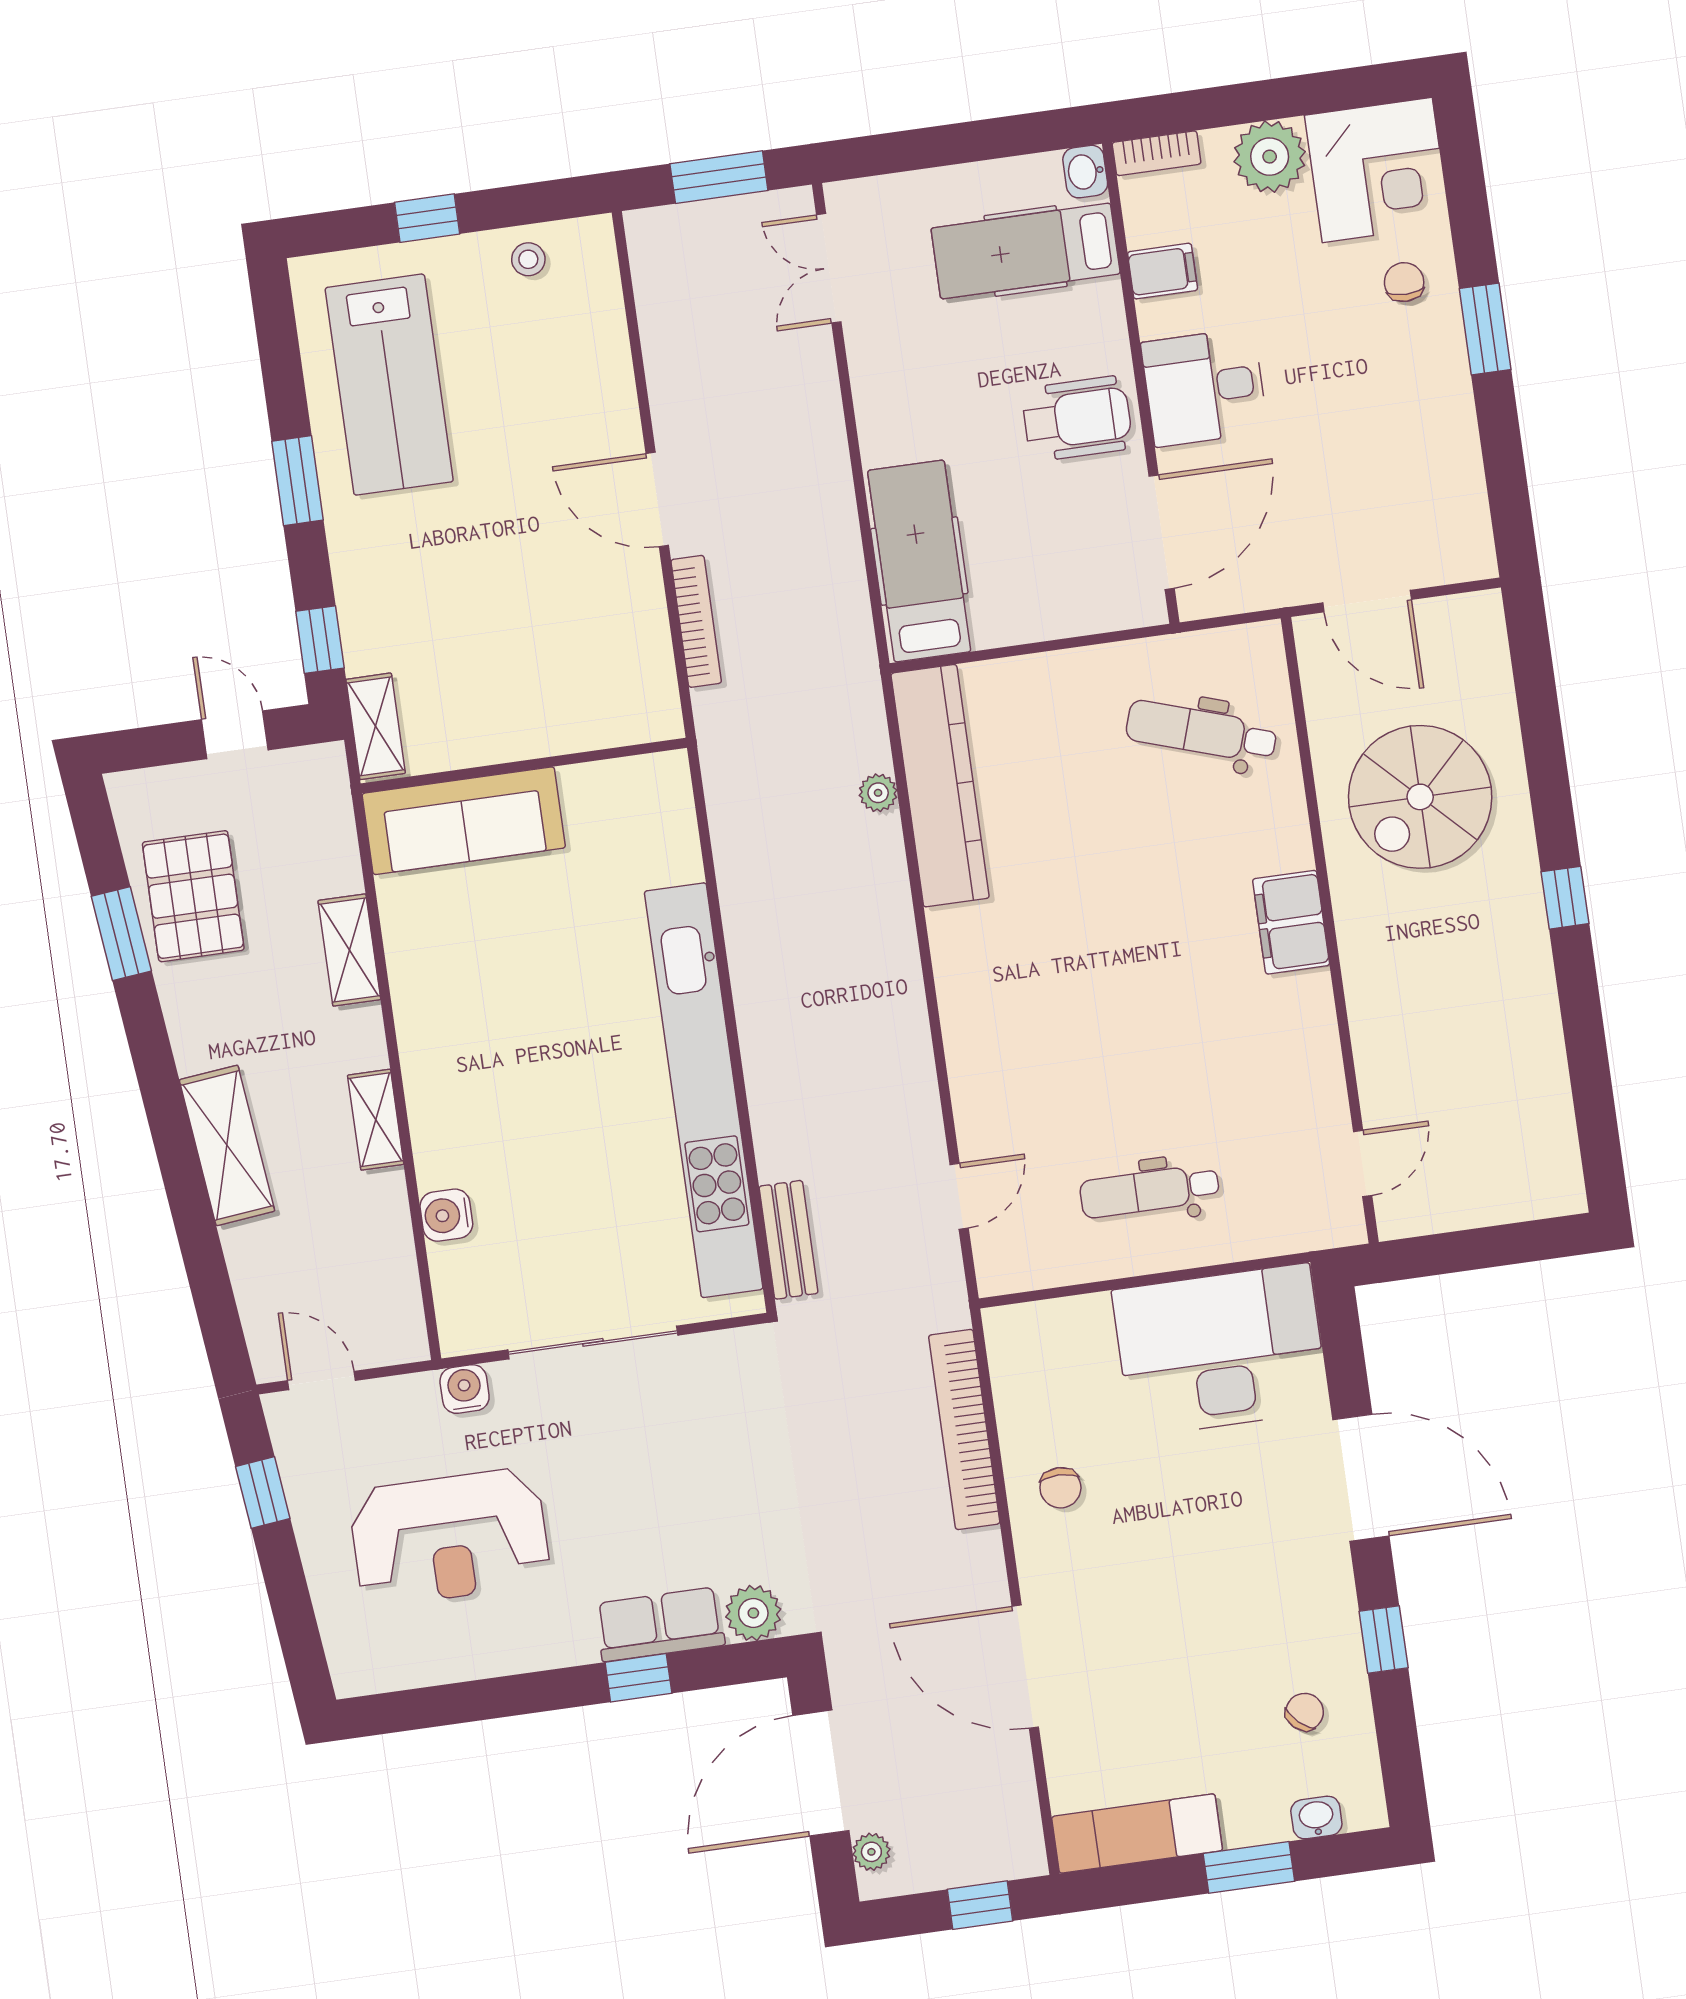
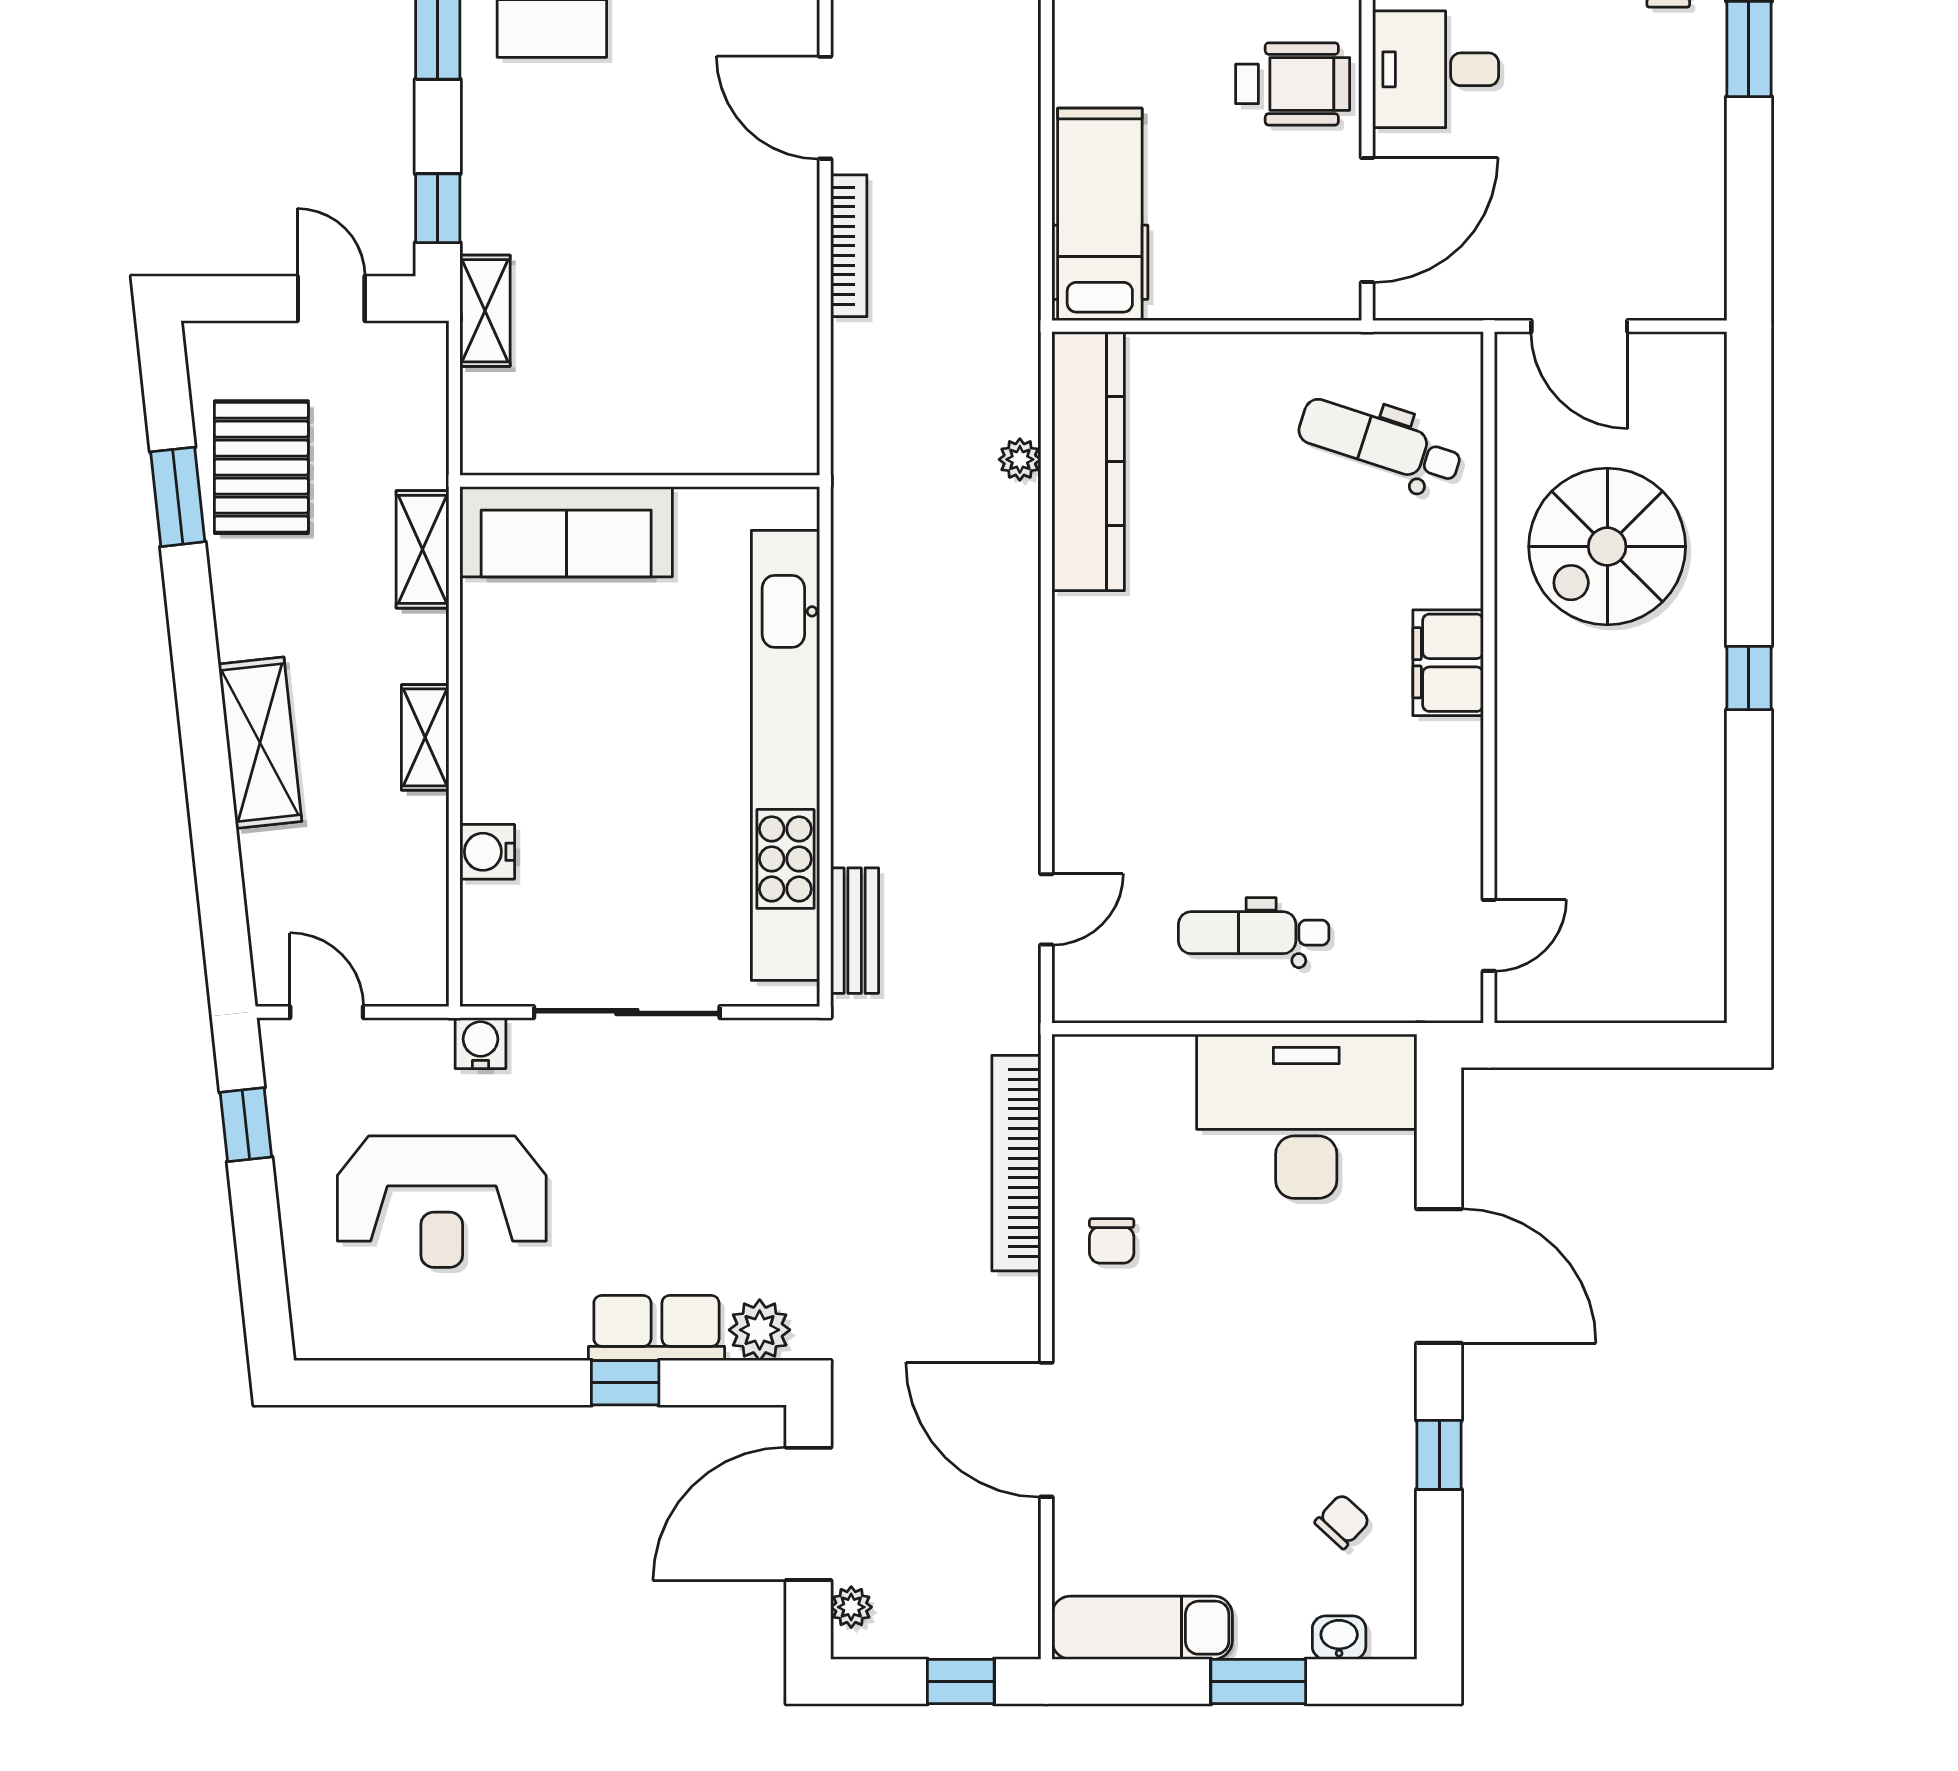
wall: (524, 766) -> (640, 481), moved
sofa: (464, 821) -> (566, 532), moved

